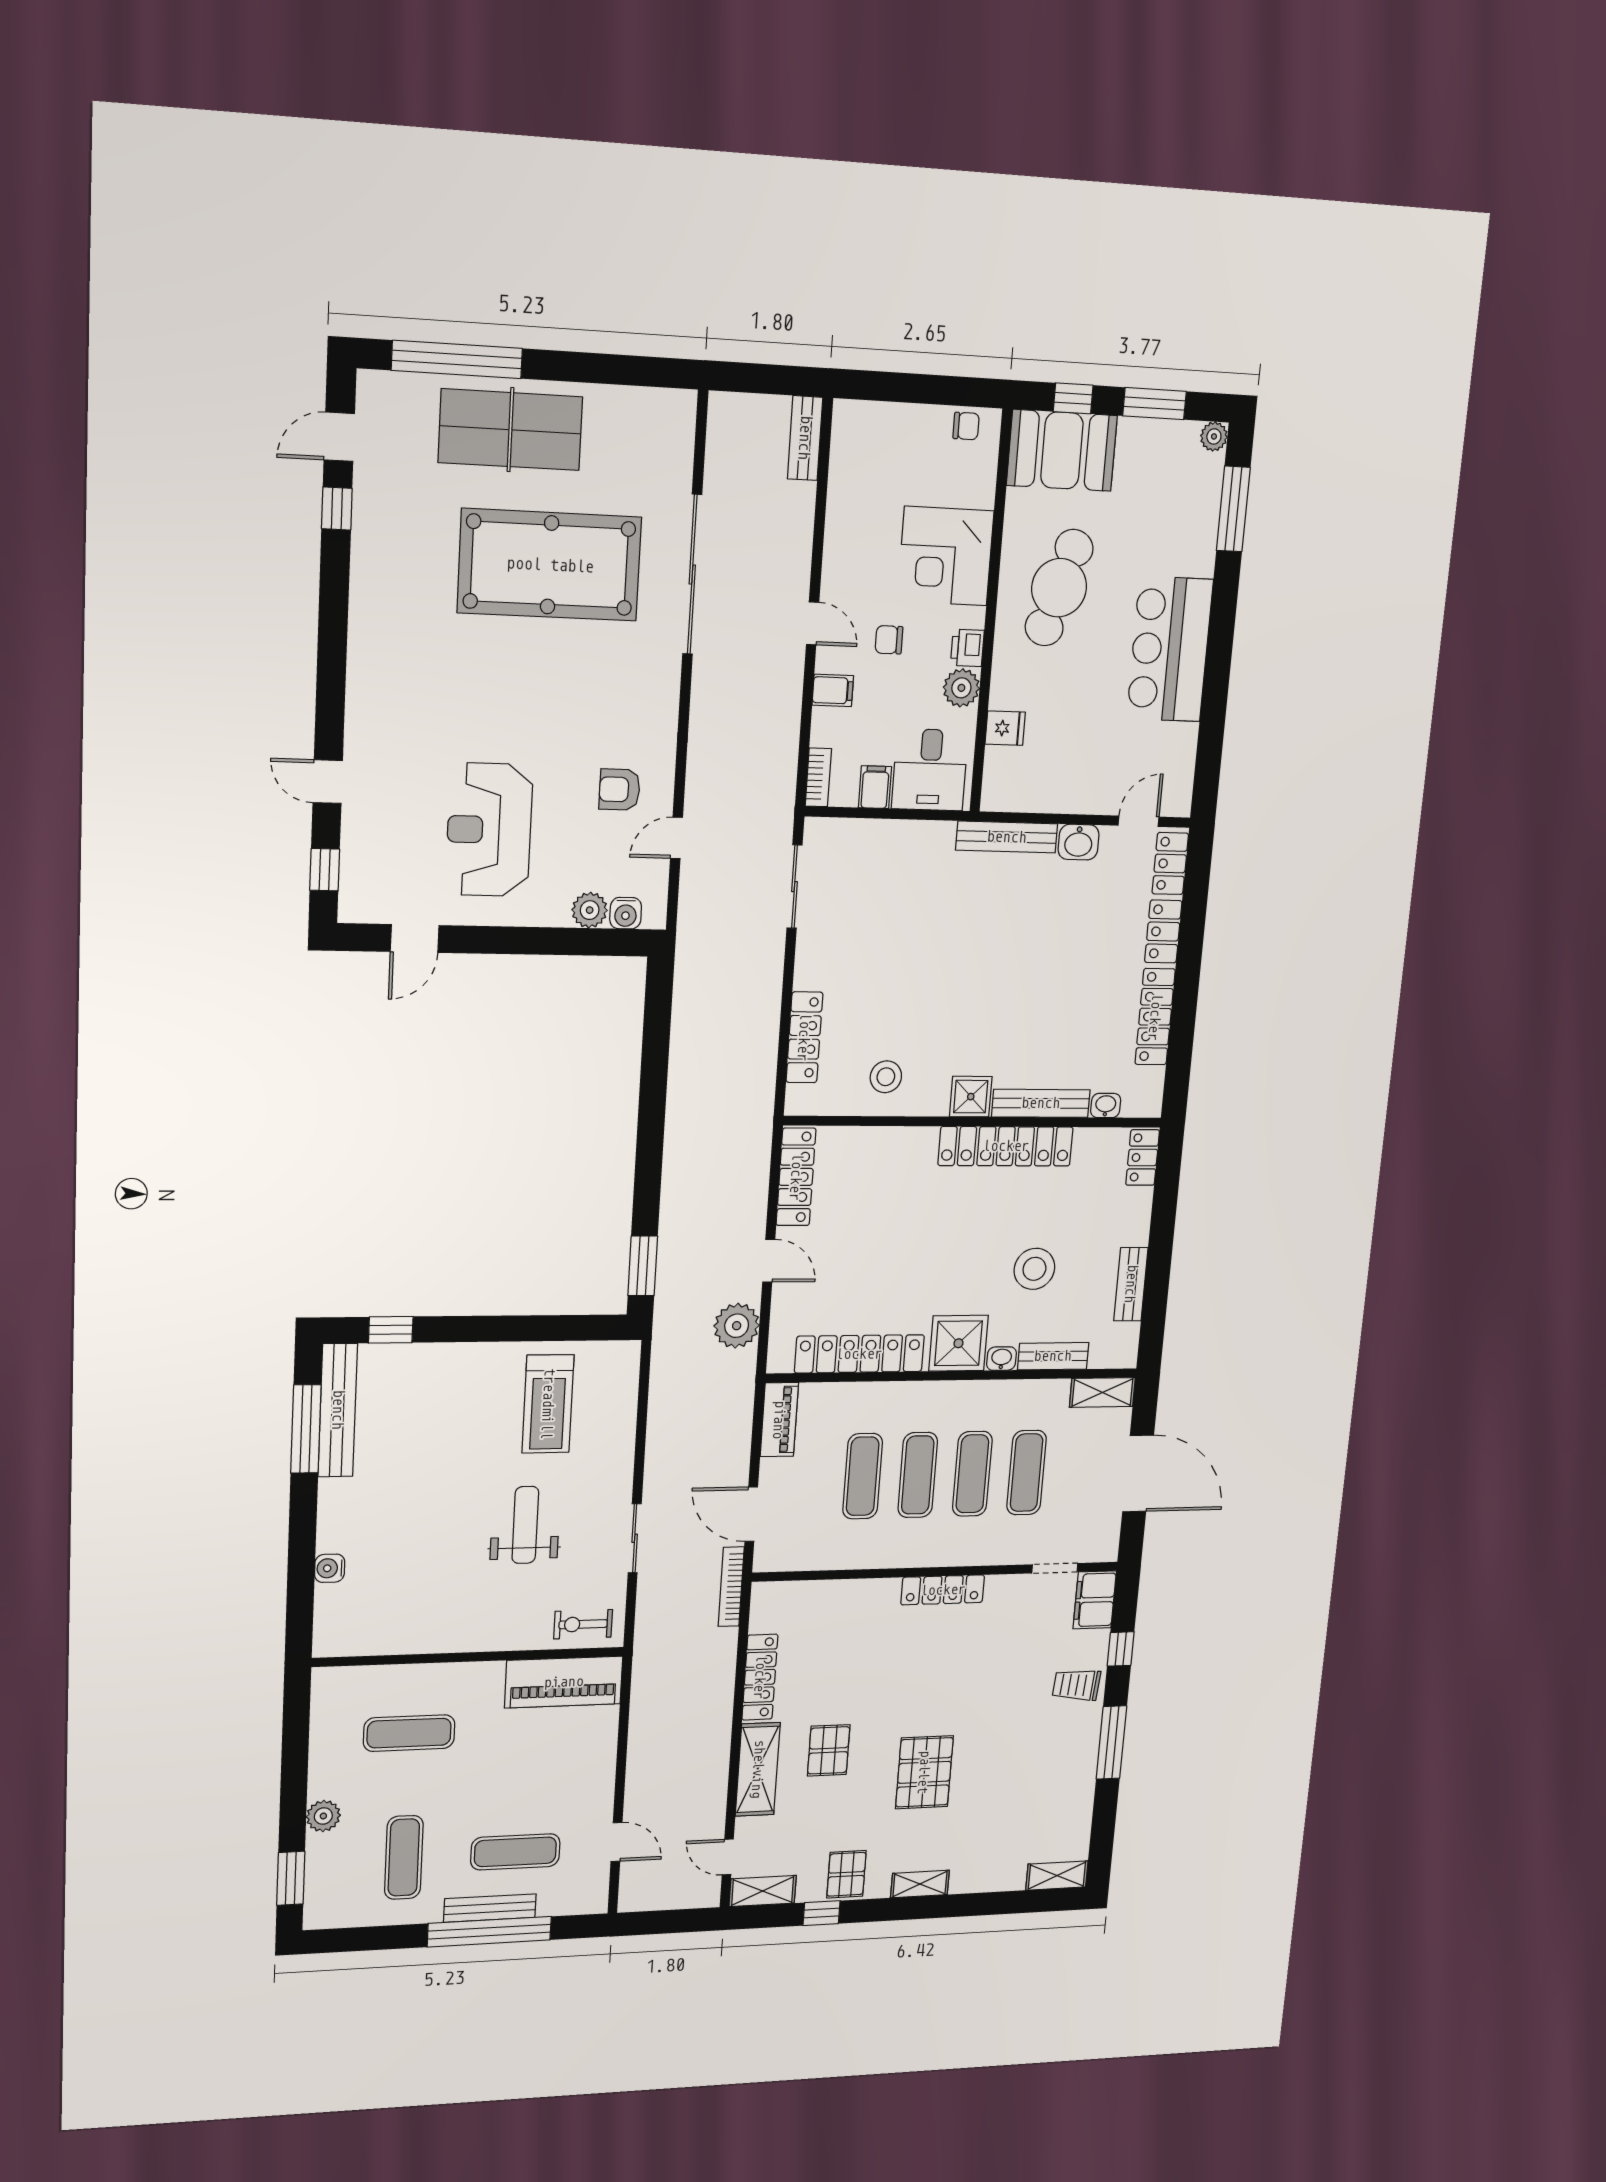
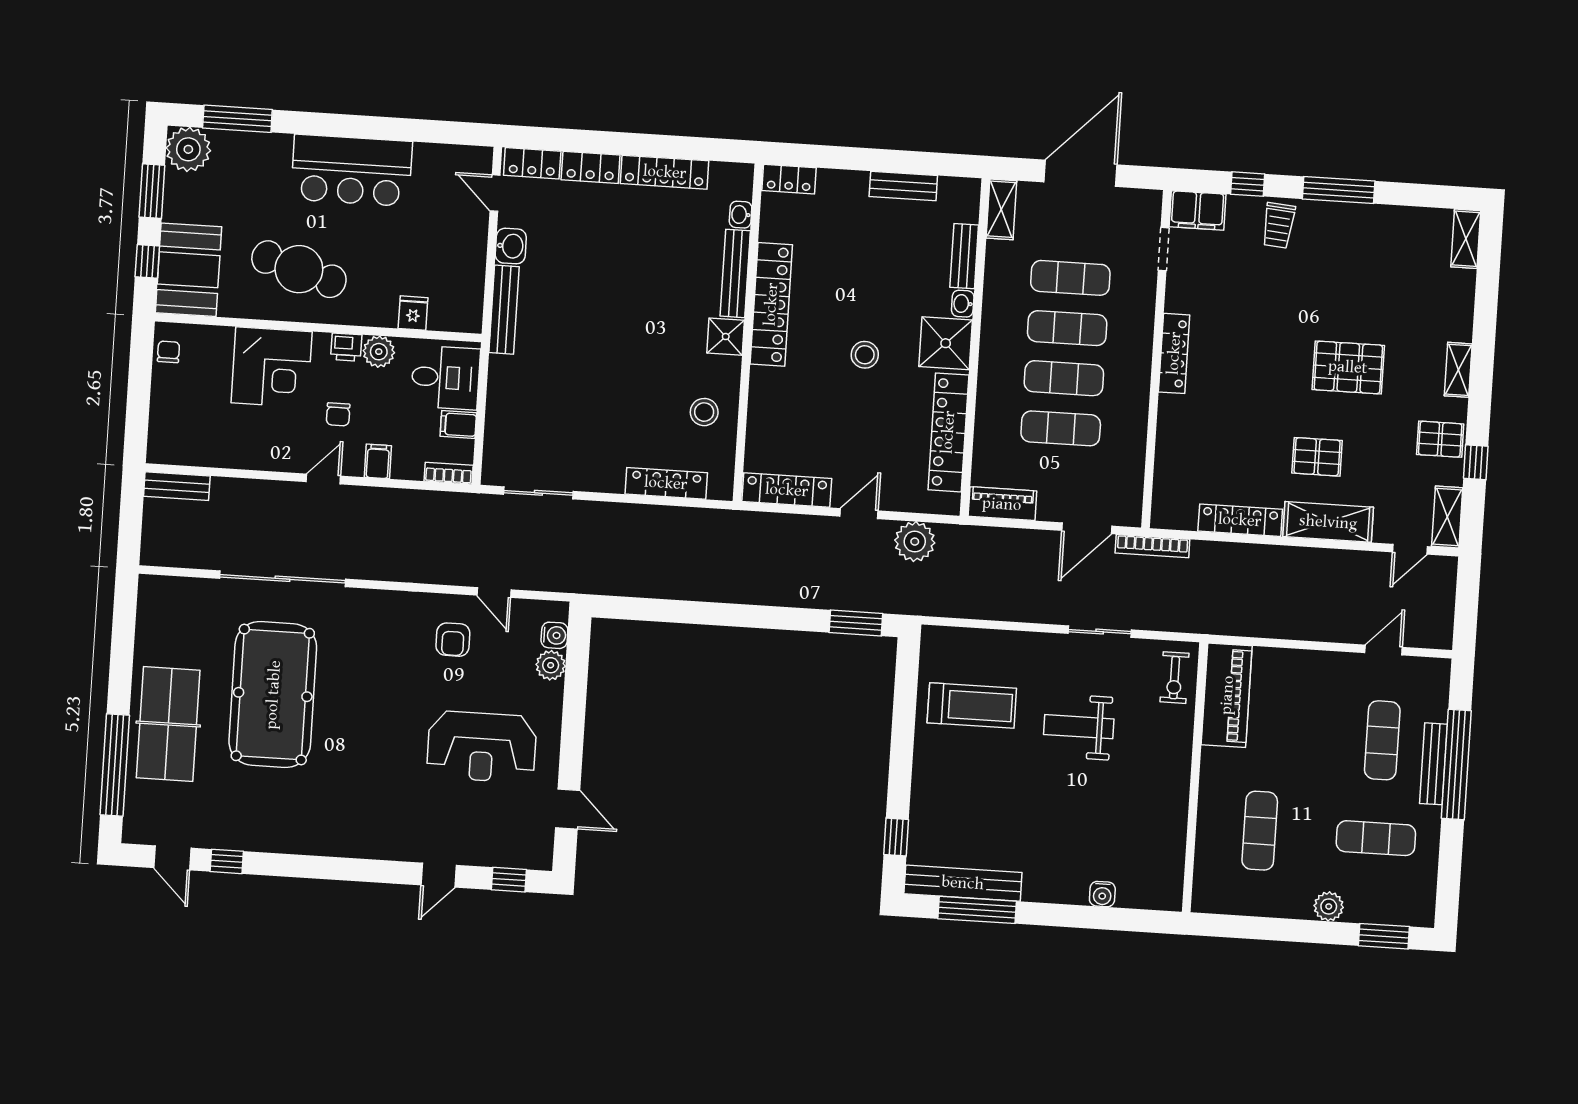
plant: (1214, 436) -> (188, 149), width x1.88, depth x1.88
stool: (1034, 1269) -> (865, 355), moved, width x0.73, depth x0.73

